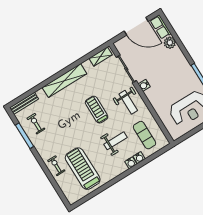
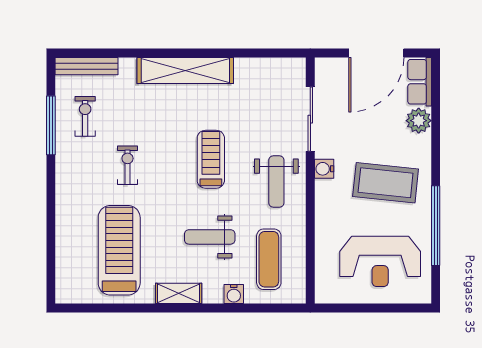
door: (136, 26) -> (376, 53), hinge flipped
shelving: (101, 57) -> (179, 293), moved
coffee table: (172, 76) -> (386, 183), added
weight bench: (115, 141) -> (210, 237), turned 180
water cooler: (131, 163) -> (213, 294), removed
exercise bike: (56, 166) -> (128, 165), moved

